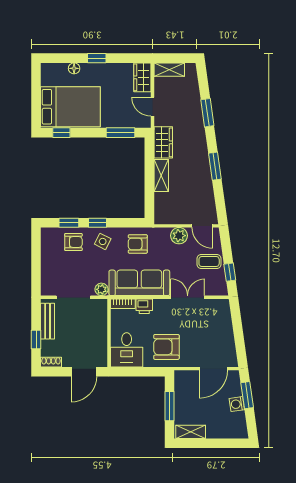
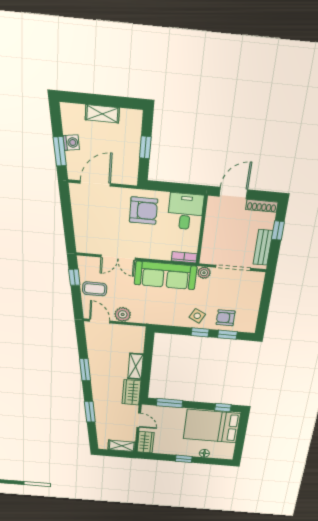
armchair: (138, 244) -> (163, 311), removed
printer: (144, 306) -> (163, 253), removed
shoe rack: (51, 362) -> (262, 206), width x1.43
window: (170, 406) -> (145, 147), width x0.67
shelving: (191, 432) -> (102, 114), moved

